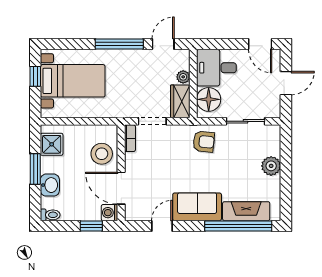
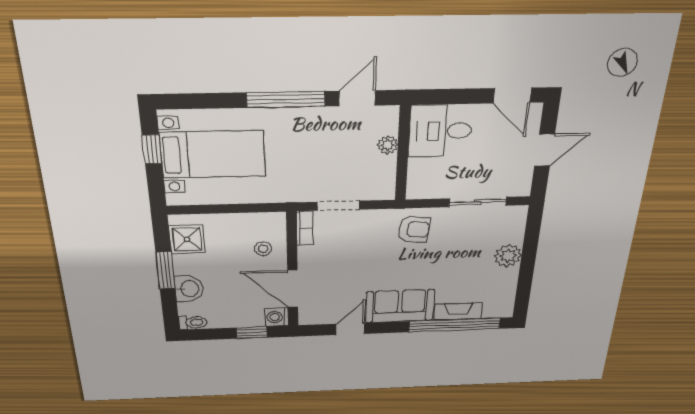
floor lamp: (209, 99) -> (425, 175), removed
wardrobe: (180, 101) -> (382, 178), removed
stool: (102, 154) -> (263, 249), width x0.53, depth x0.53
fireplace: (246, 211) -> (458, 311), width x0.73, depth x0.76

